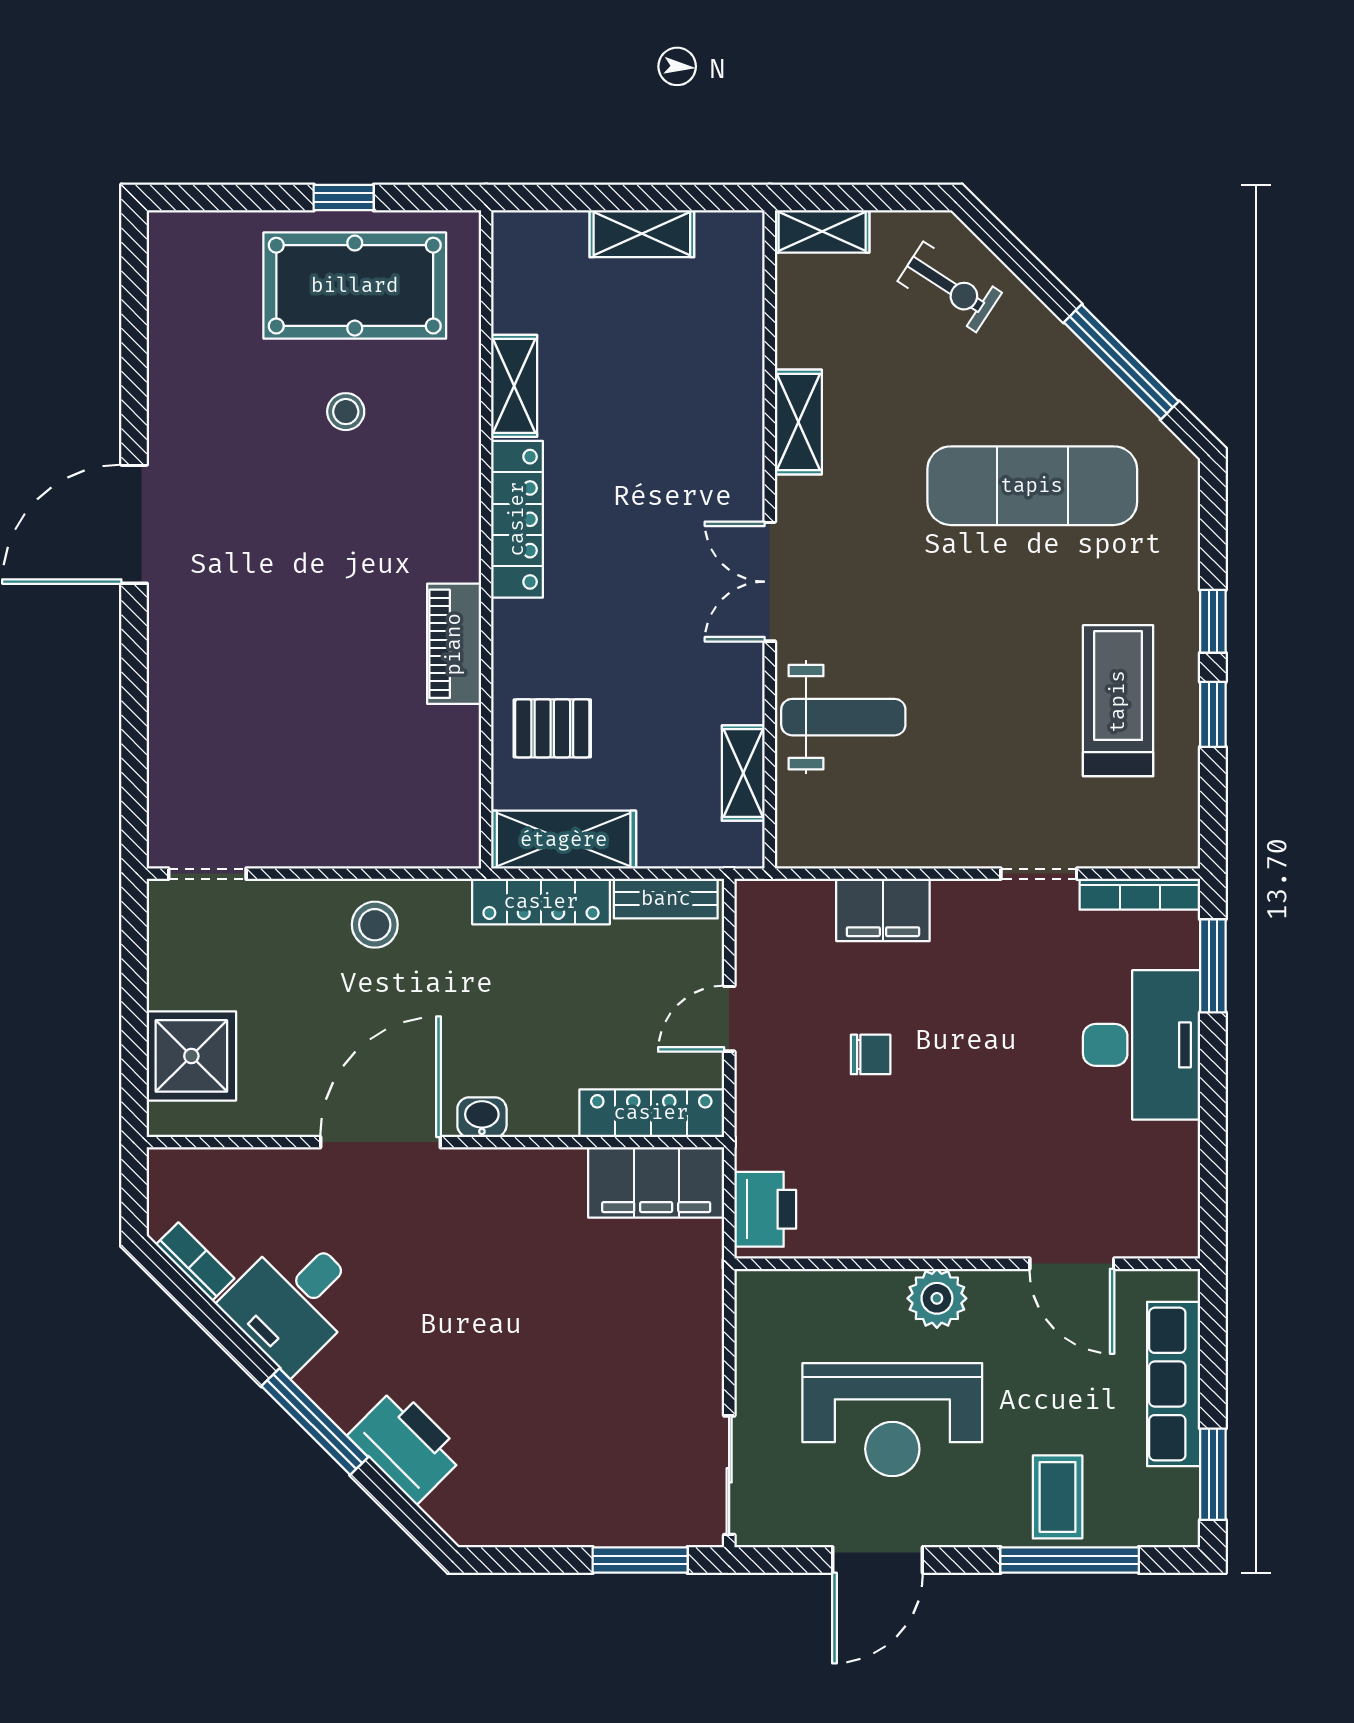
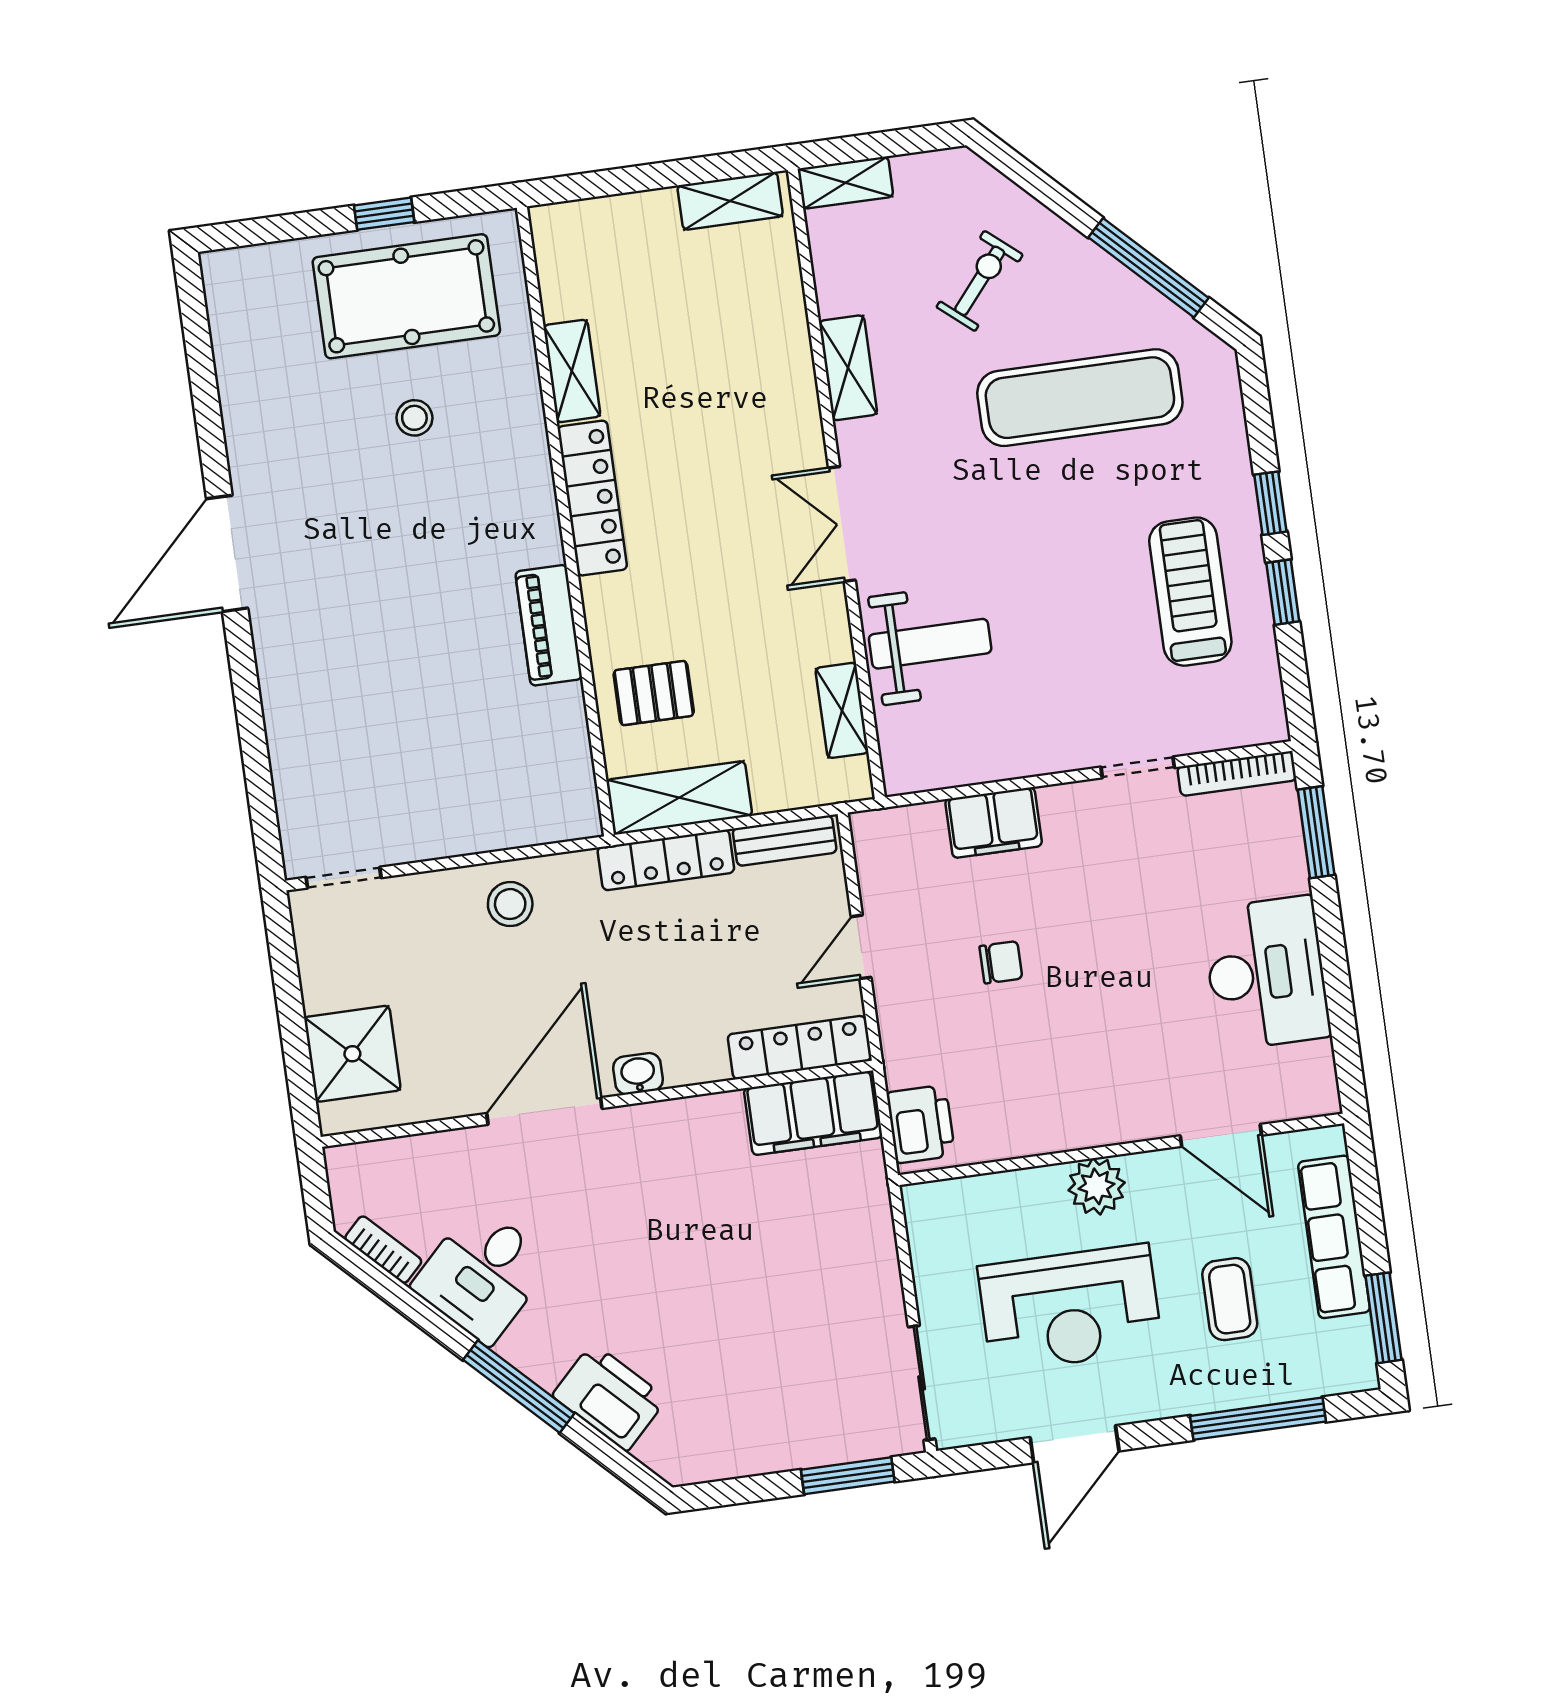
shelving: (642, 234) -> (730, 201), moved
exercise bike: (950, 287) -> (980, 281), moved, turned -83
desk: (1142, 1045) -> (1266, 973), moved
coffee table: (1058, 1497) -> (1230, 1299), moved

